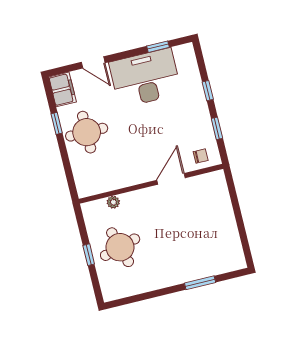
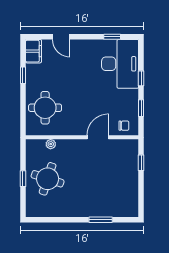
desk: (145, 78) -> (120, 64), moved, turned 90
round table: (87, 132) -> (45, 108), moved
window: (234, 198) -> (141, 163), added
round table: (120, 247) -> (48, 179), turned 34

